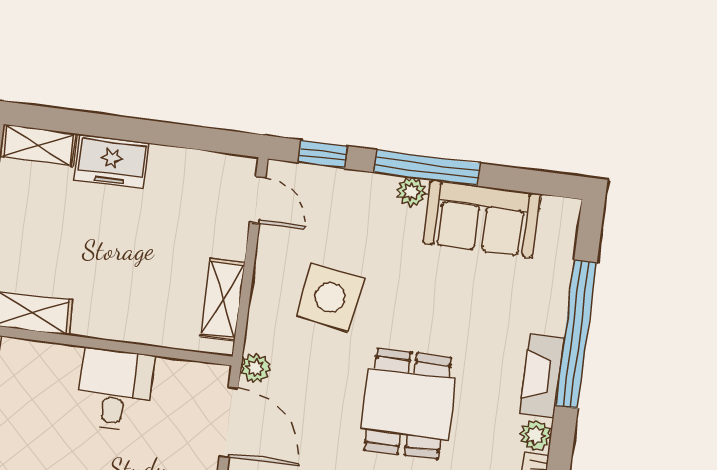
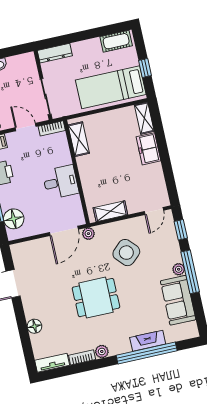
side table: (330, 297) -> (126, 253), turned 38
fireplace: (542, 376) -> (148, 341), moved

